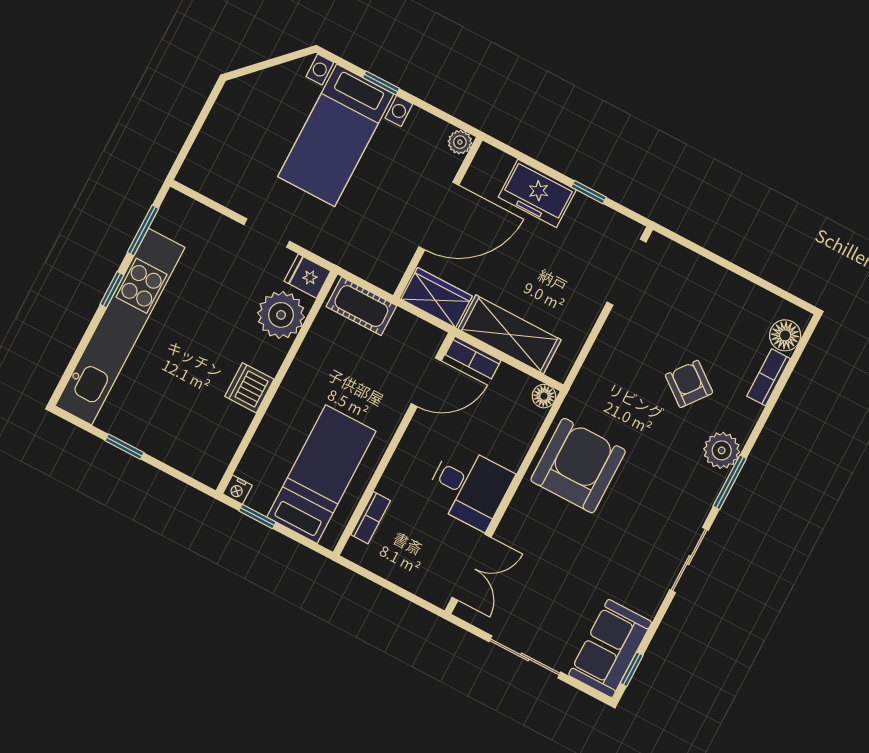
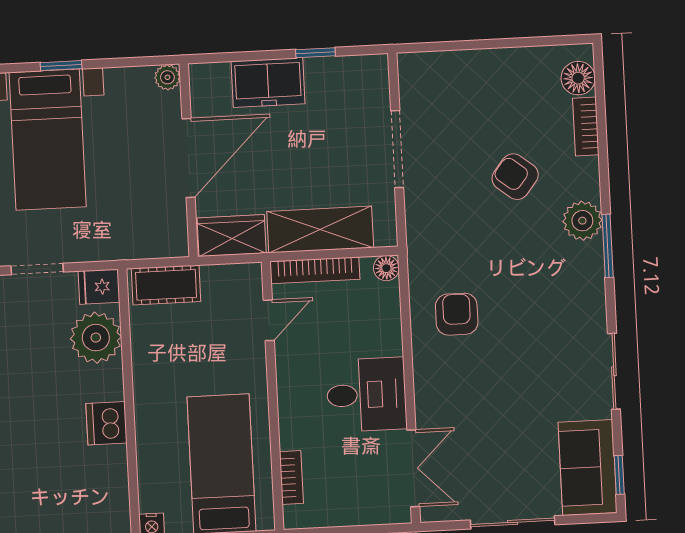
doorway: (627, 272) -> (397, 149), moved
bookcase: (473, 357) -> (315, 270), width x1.56
door: (426, 382) -> (269, 320), width x0.73
armchair: (578, 466) -> (457, 314), width x0.53, depth x0.53
sliding door: (689, 560) -> (614, 371), moved

